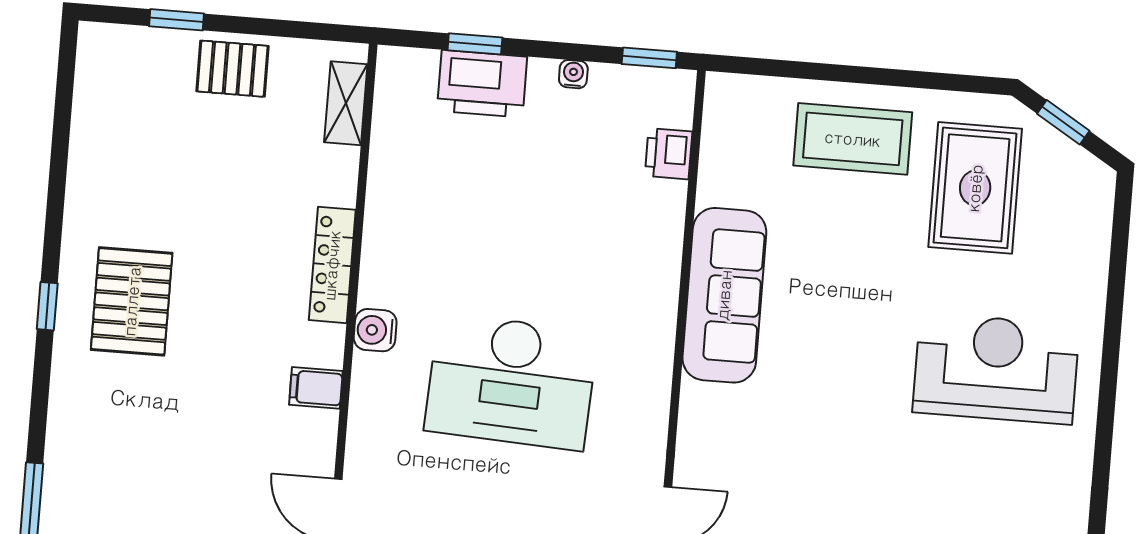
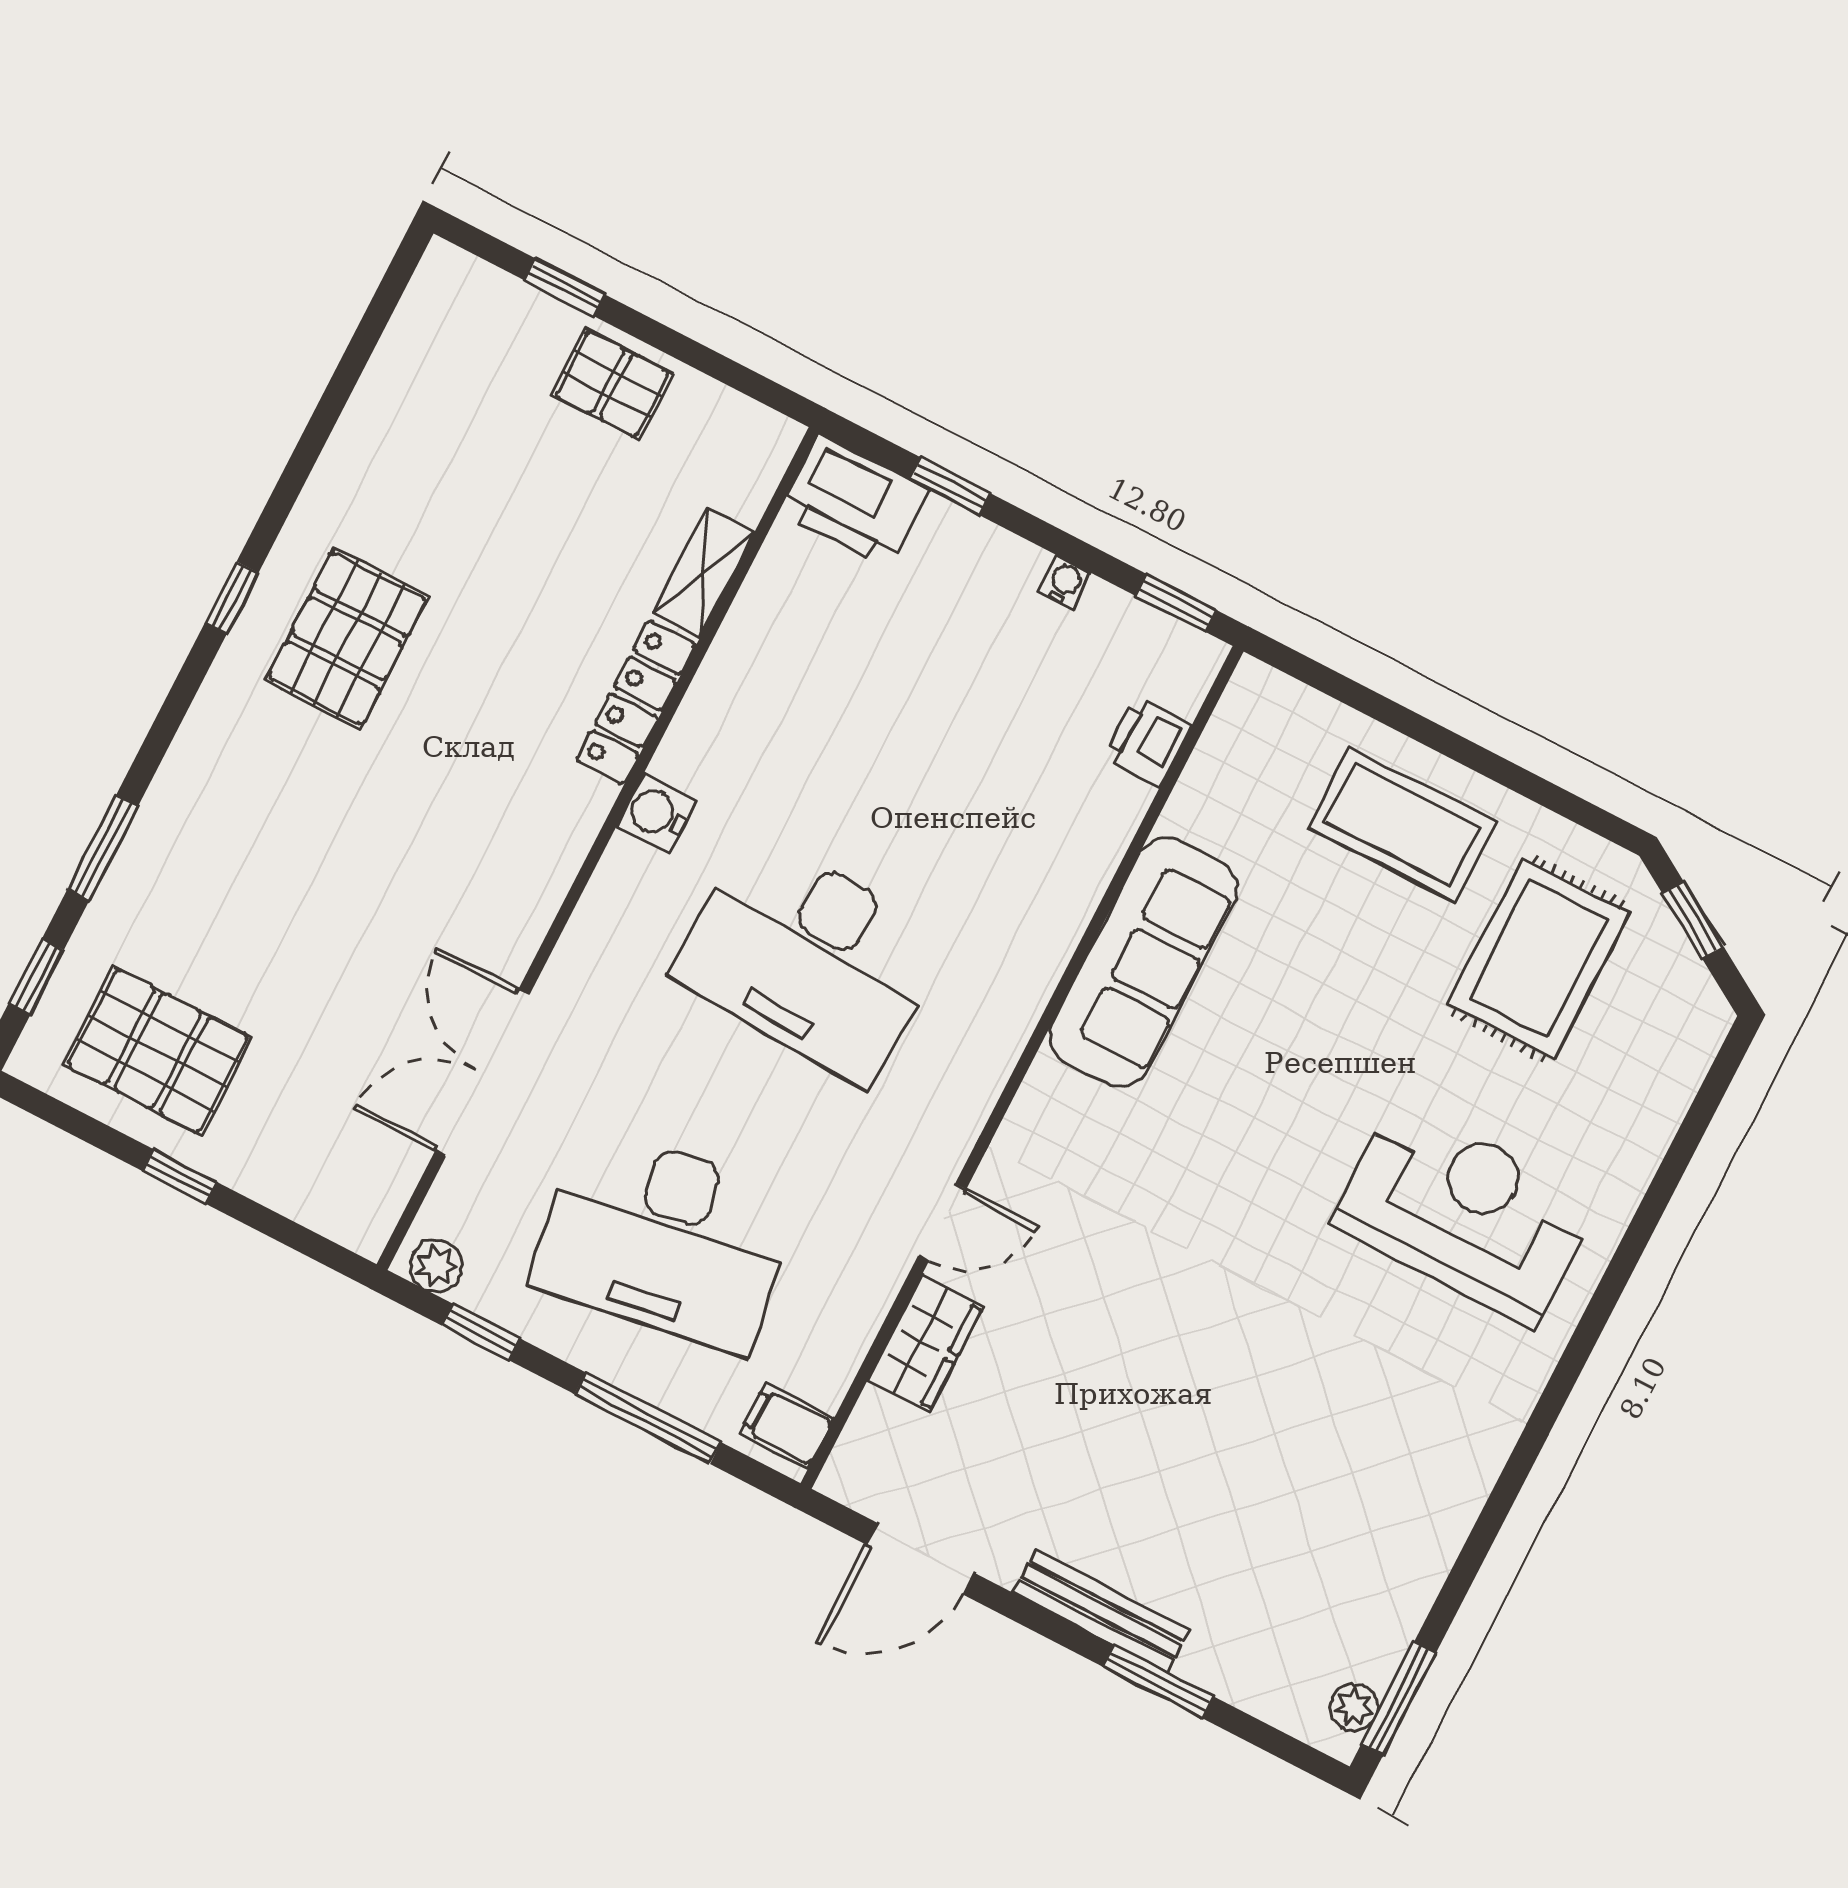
printer: (482, 84) -> (854, 501), moved
shelving: (346, 103) -> (704, 572), moved
filing cabinet: (316, 388) -> (545, 857), removed

